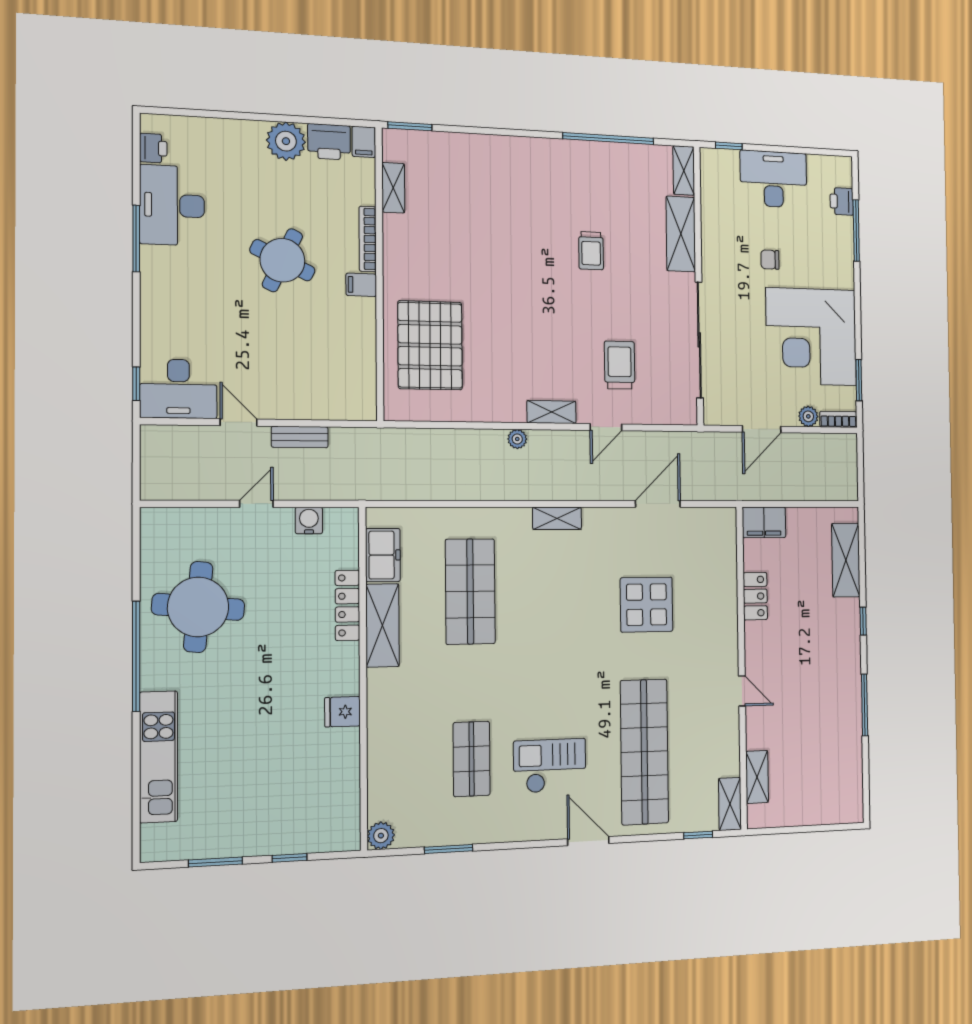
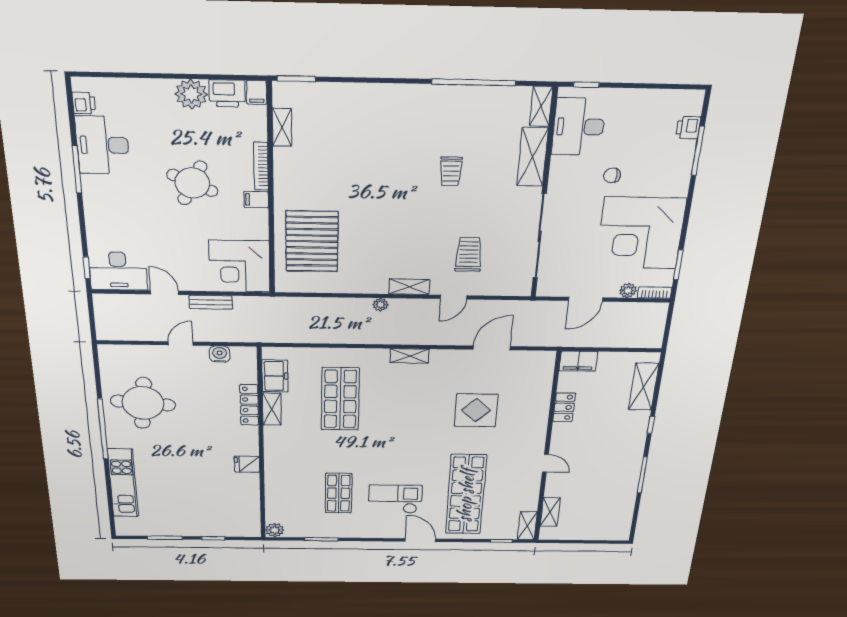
desk: (773, 179) -> (579, 127), moved, turned -90
corner desk: (339, 381) -> (240, 266), added
shelving: (383, 625) -> (272, 409), width x0.67, depth x0.75

